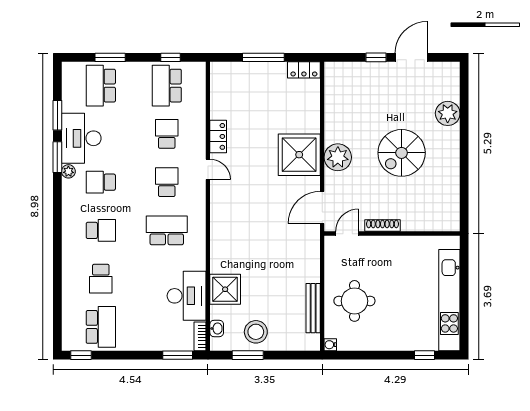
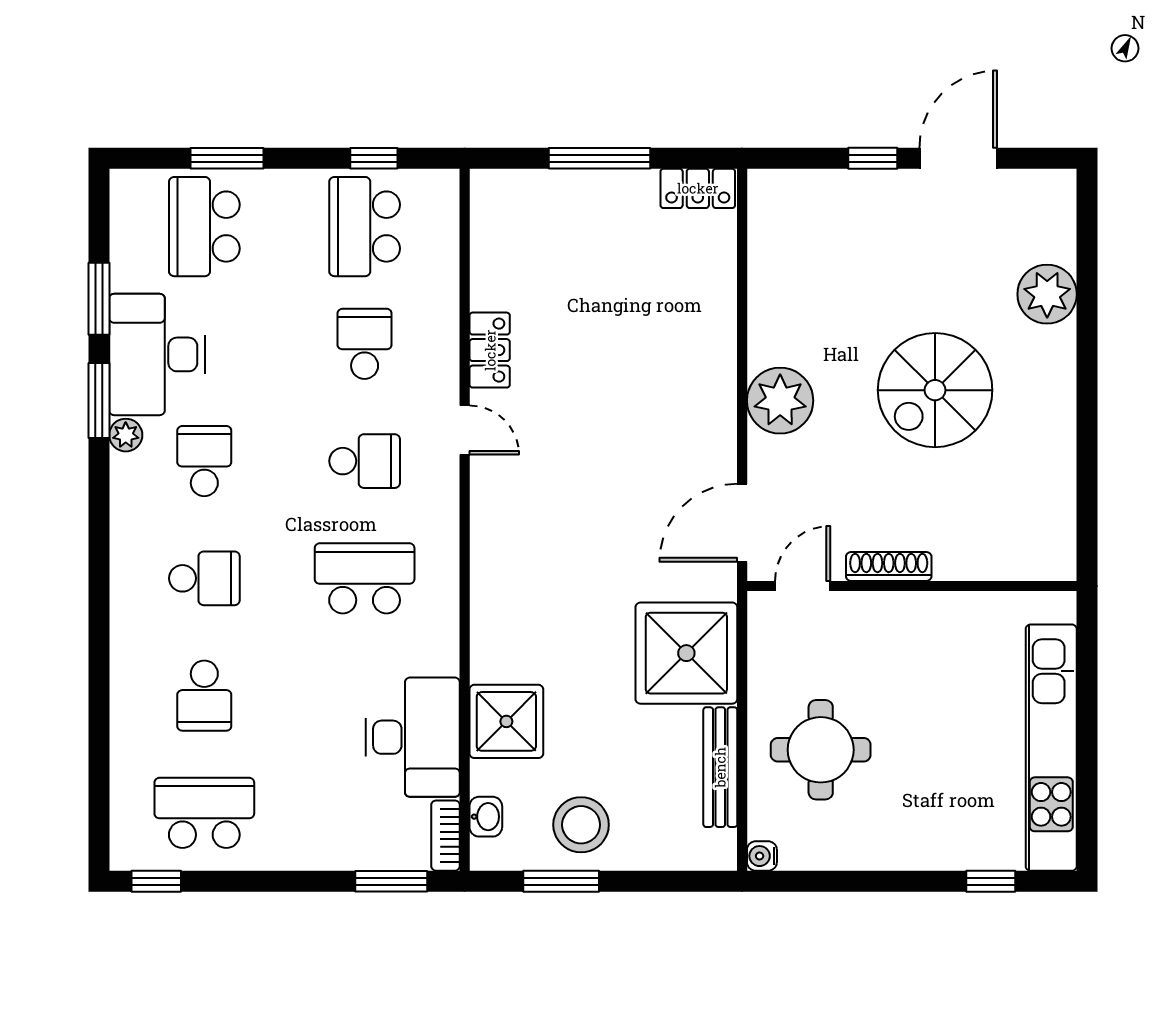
shower: (299, 155) -> (686, 653), moved
school desk: (101, 182) -> (204, 461), turned 90
school desk: (167, 182) -> (365, 461), turned 90
school desk: (101, 327) -> (204, 813), turned -90

